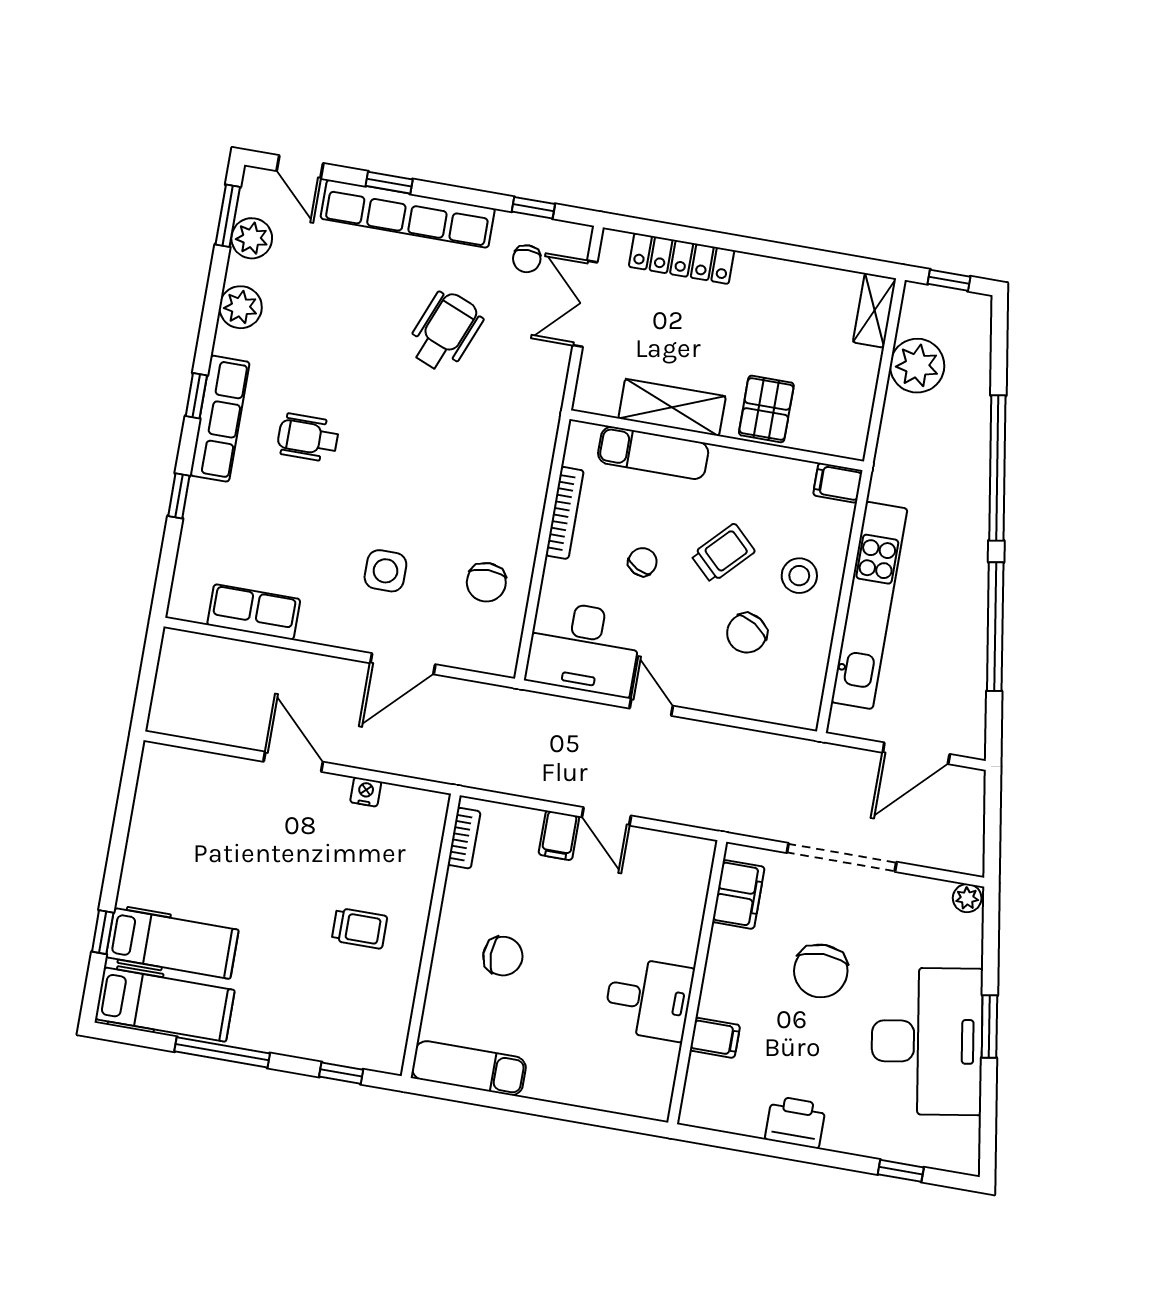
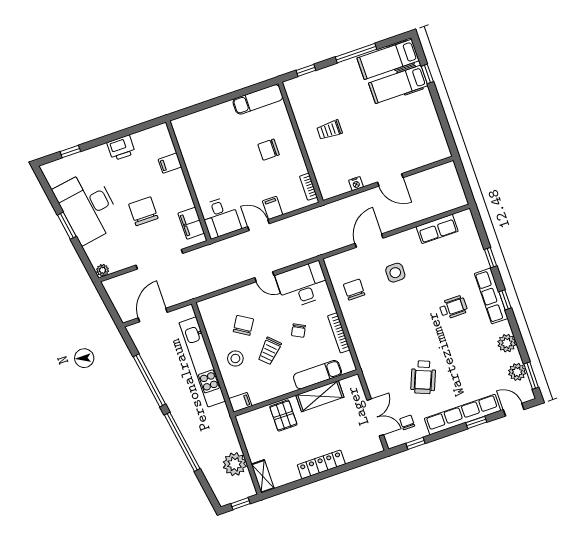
locker: (682, 259) -> (321, 464), moved
desk: (649, 999) -> (221, 217), moved, turned -90

